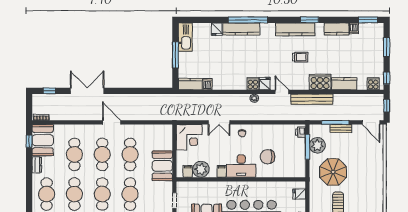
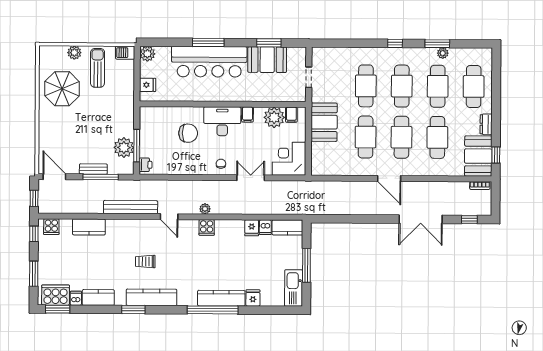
cooker: (320, 82) -> (56, 295), moved, turned 180
fridge: (265, 84) -> (252, 228), moved
parasol: (333, 172) -> (62, 89), moved

